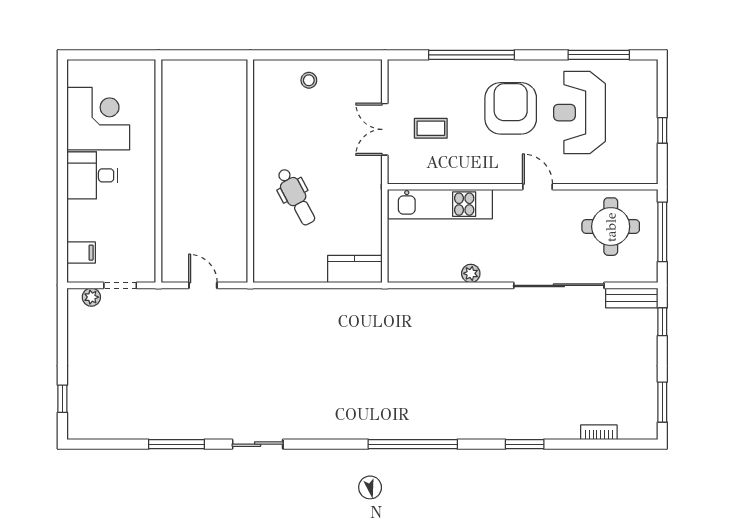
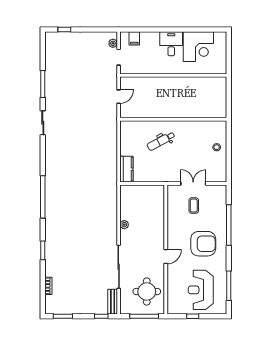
reception desk: (579, 113) -> (201, 290), moved, turned -90
kitchen unit: (440, 204) -> (157, 210), removed

